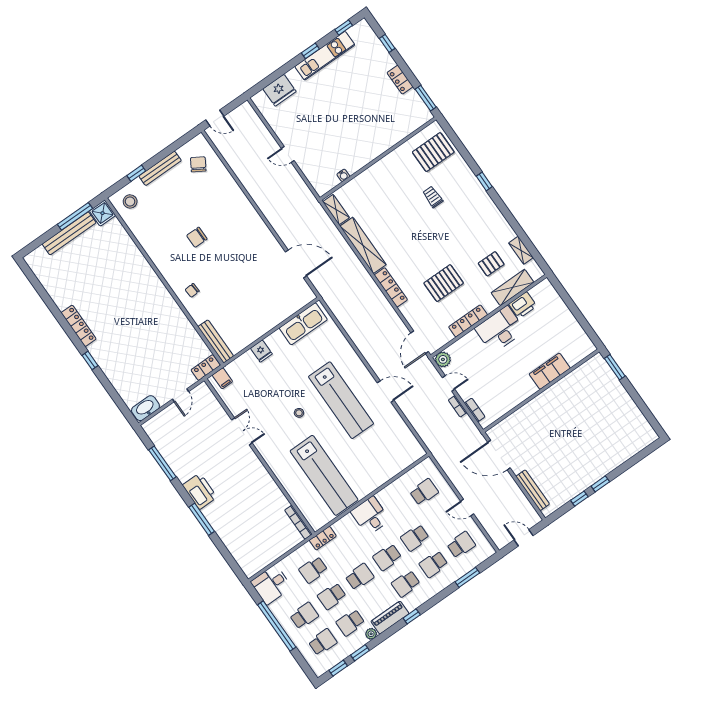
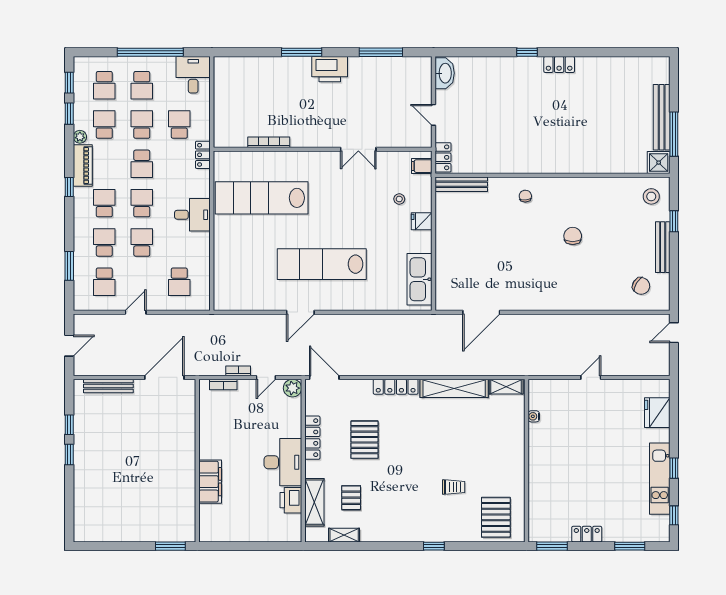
window: (387, 43) -> (630, 546), width x1.50
locker: (79, 326) -> (559, 64), width x0.66
stool: (299, 413) -> (399, 199), moved
bookcase: (298, 522) -> (269, 142), moved

